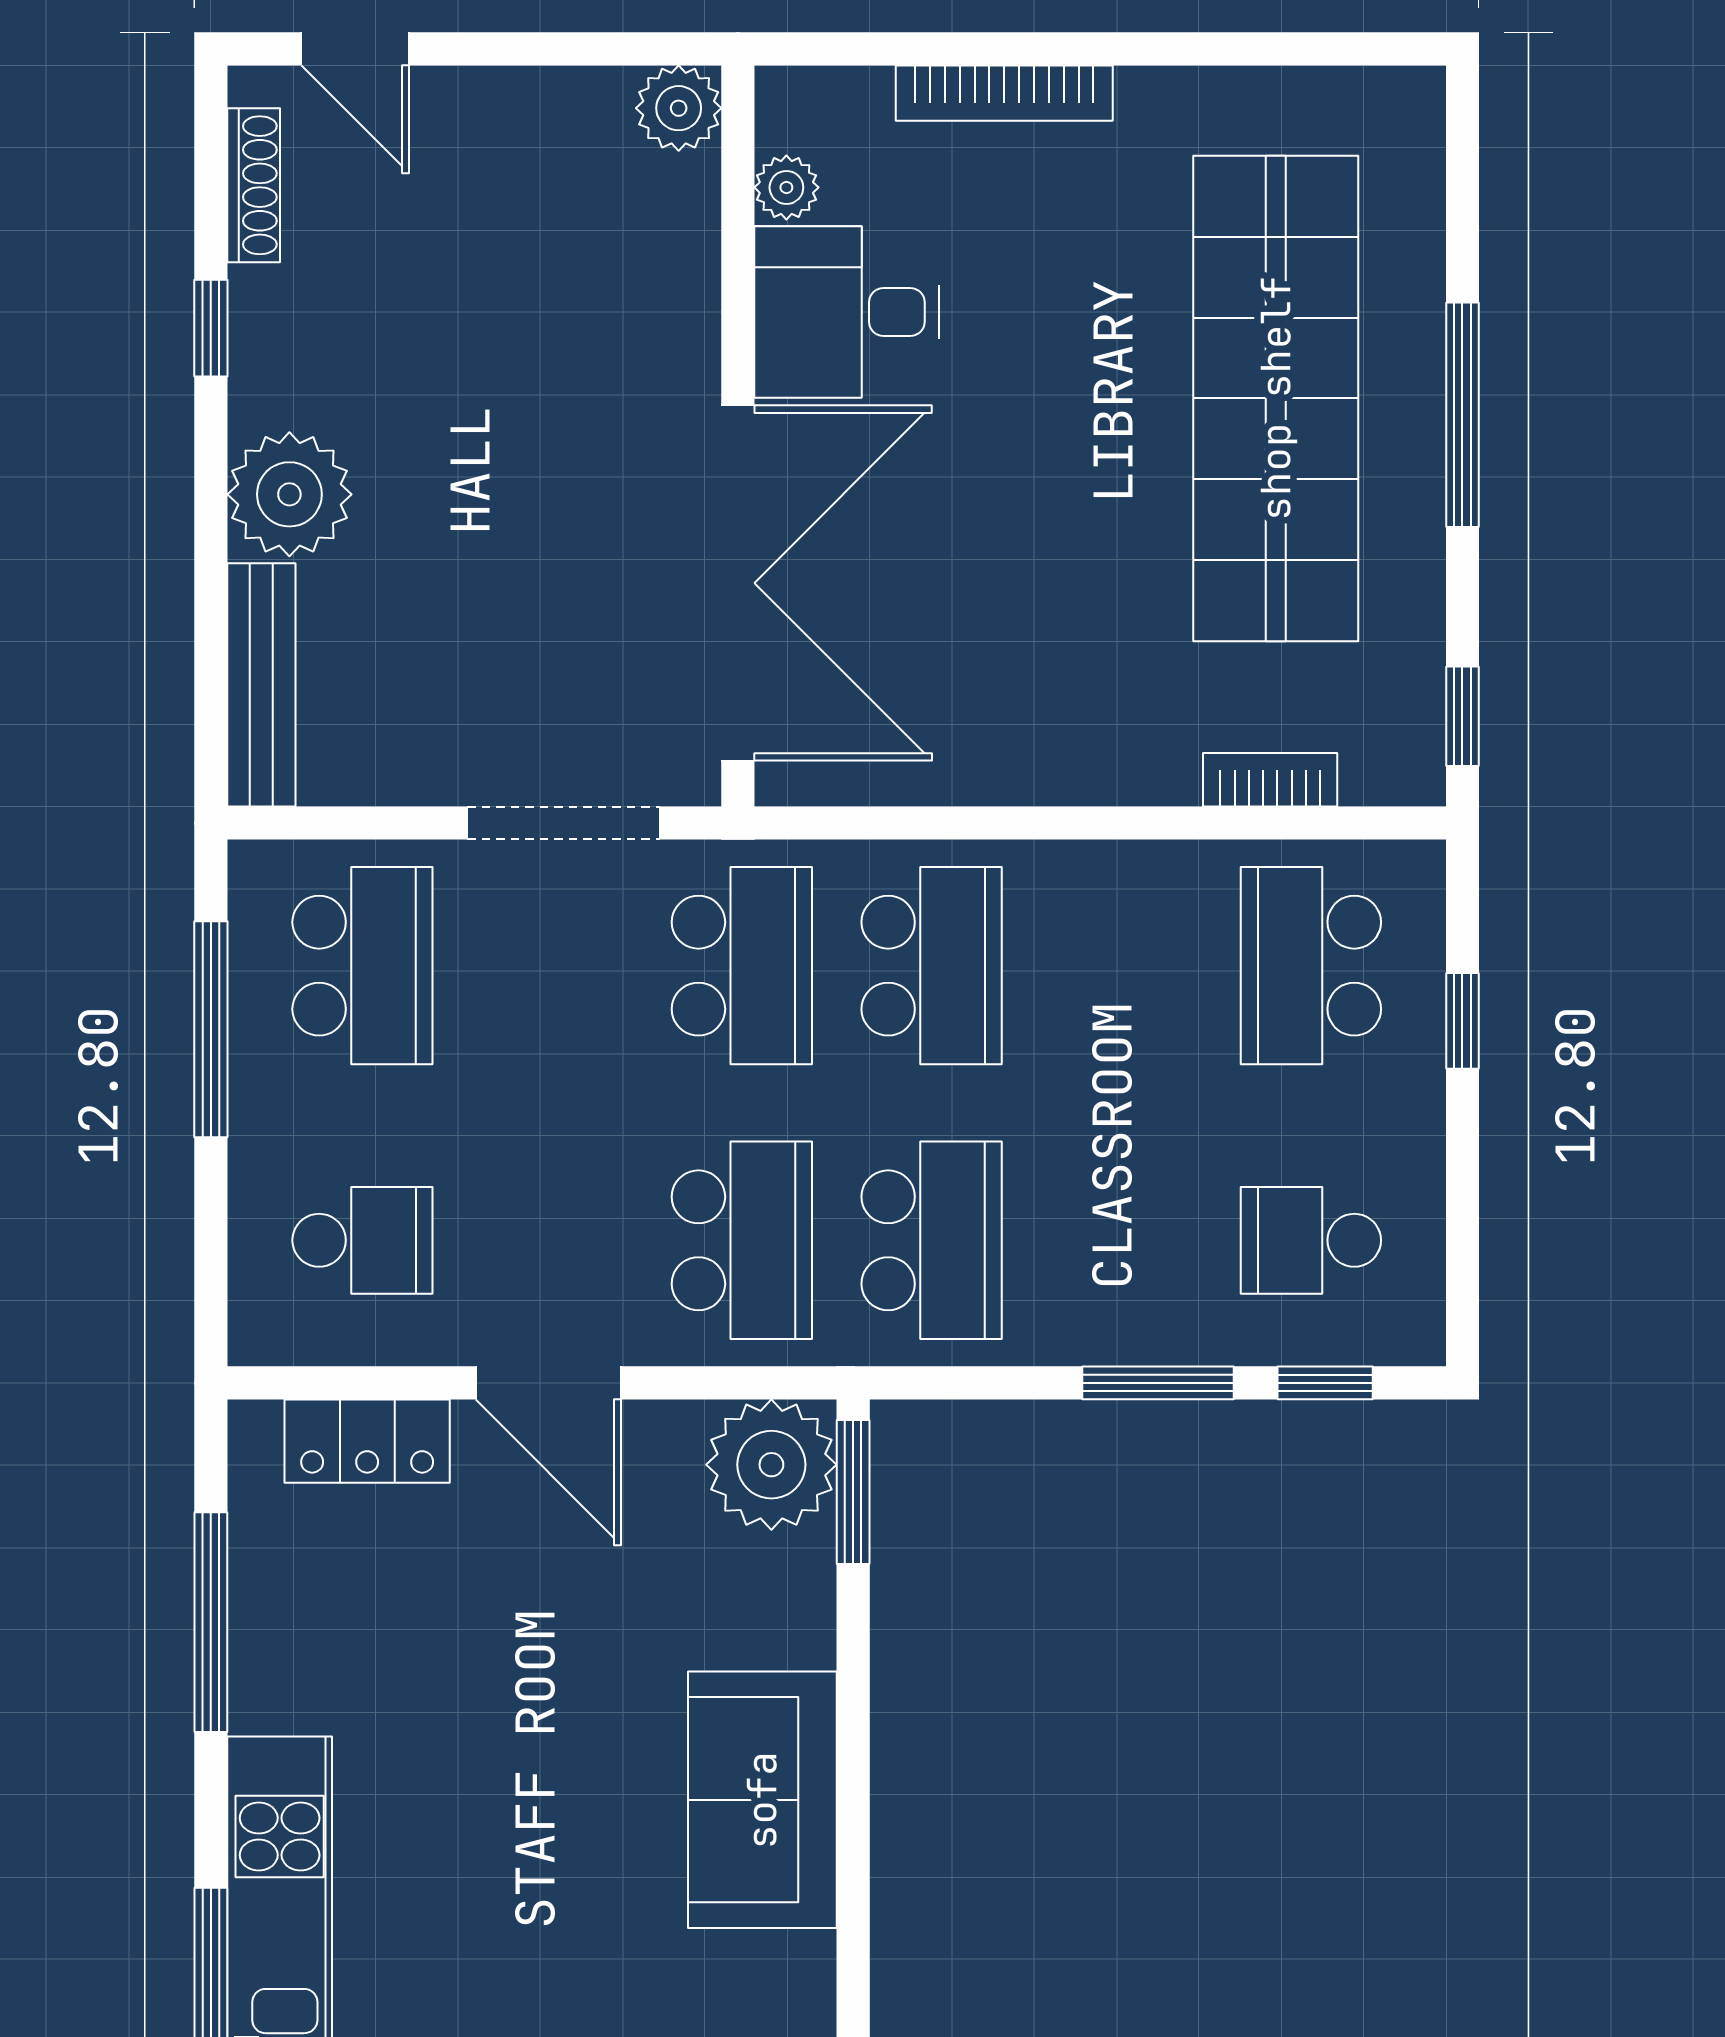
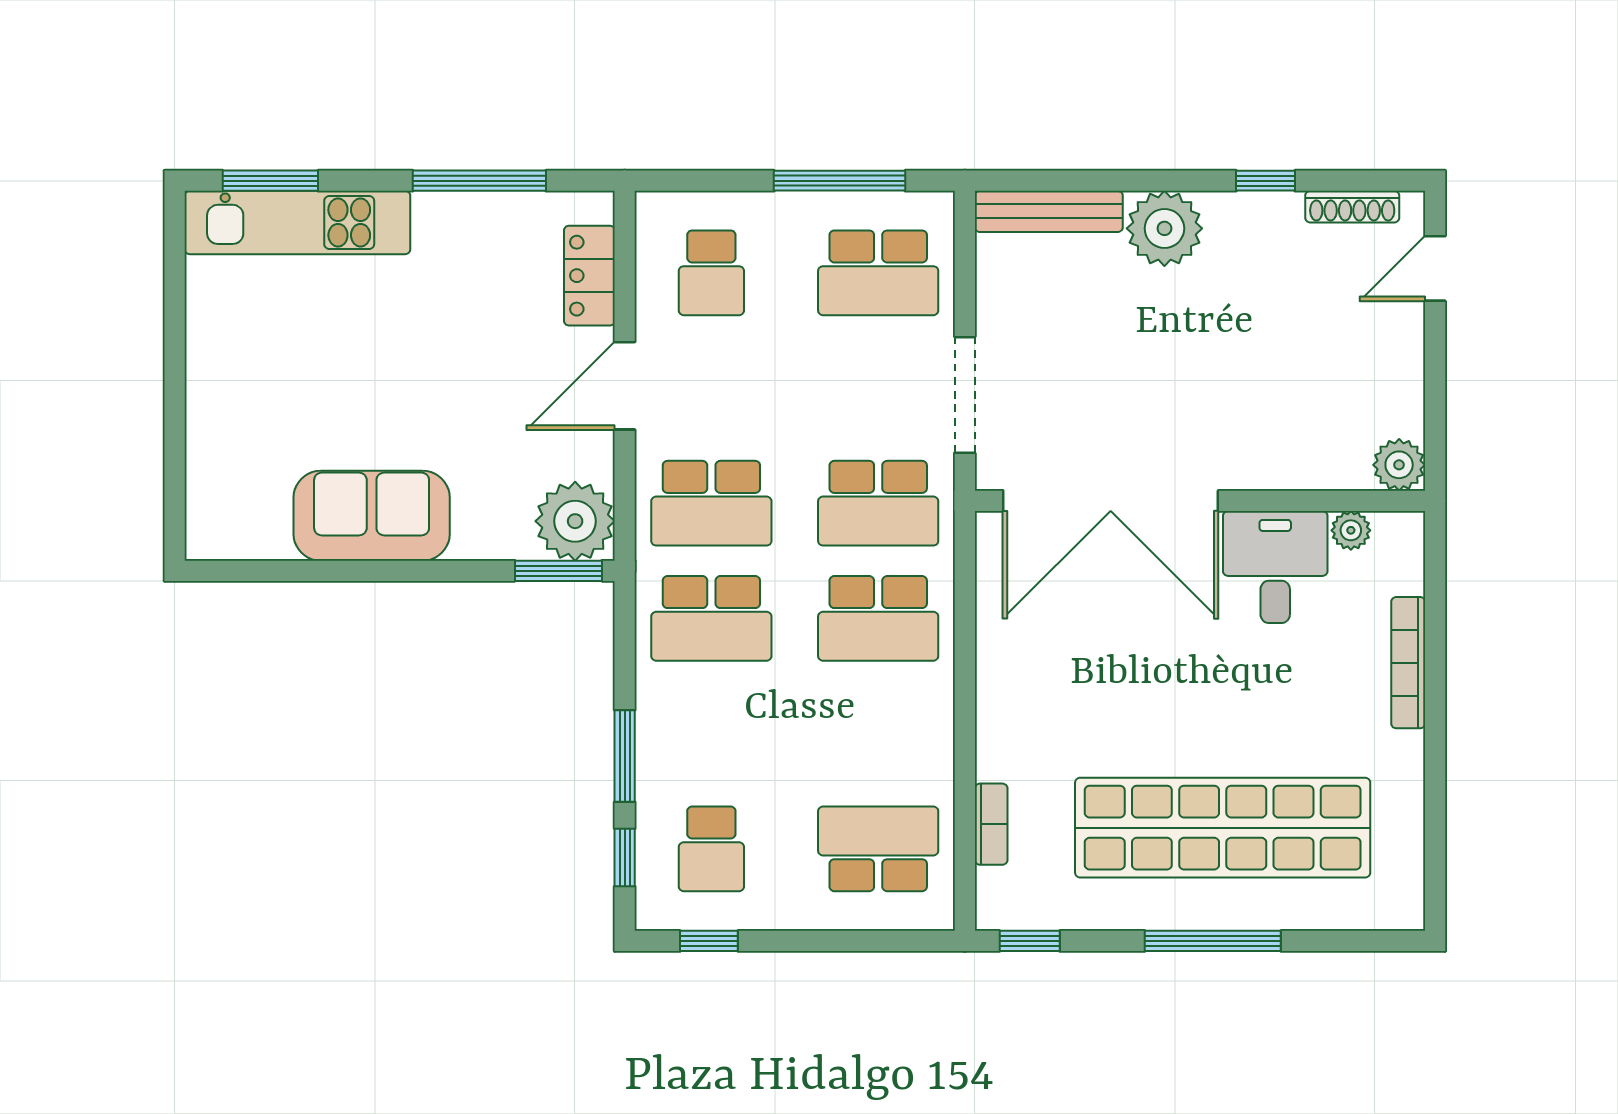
window: (1462, 1021) -> (709, 941), moved
school desk: (1311, 1240) -> (711, 849), turned 180

